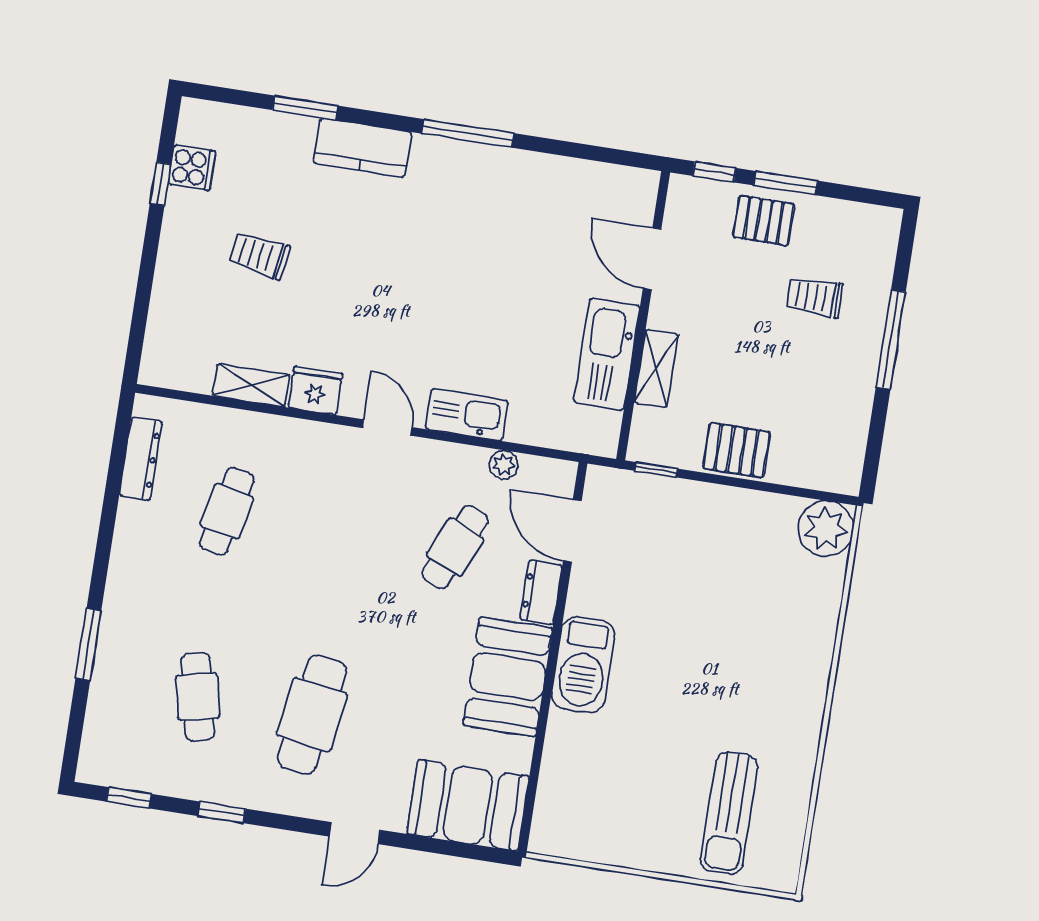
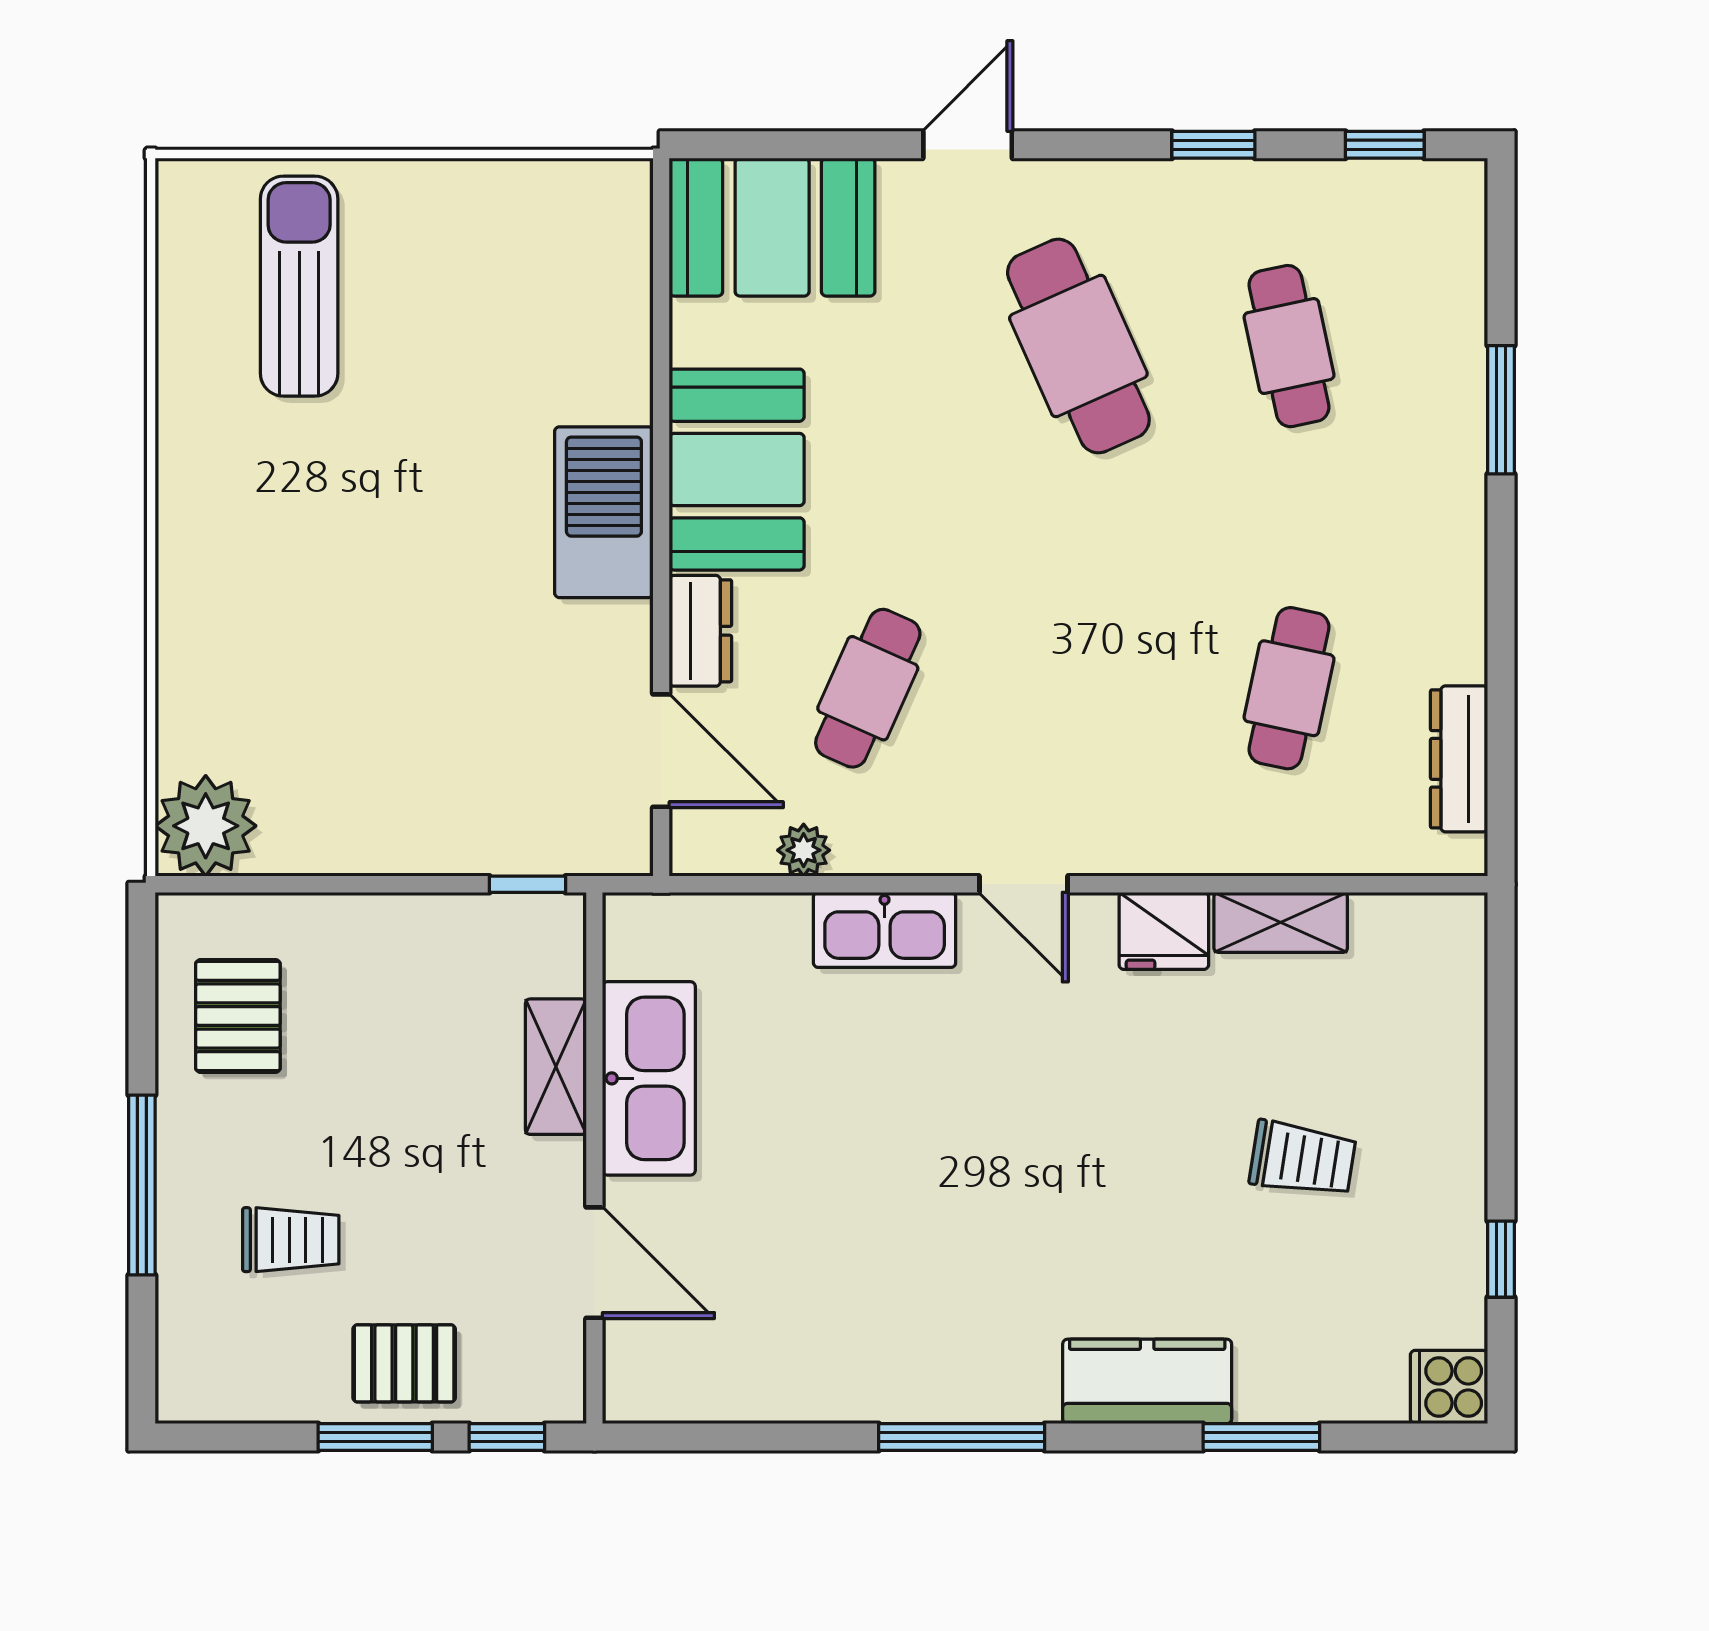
cooker: (192, 168) -> (1449, 1387), moved
pallet: (737, 450) -> (238, 1016), moved, turned 90
cafe table: (312, 715) -> (1078, 346), turned -33

